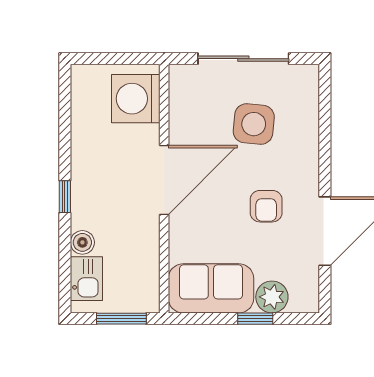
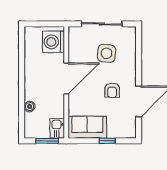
window: (65, 197) -> (22, 86), removed
kitchen sink: (86, 279) -> (57, 128), moved, turned 180
plant: (272, 297) -> (115, 131), removed

